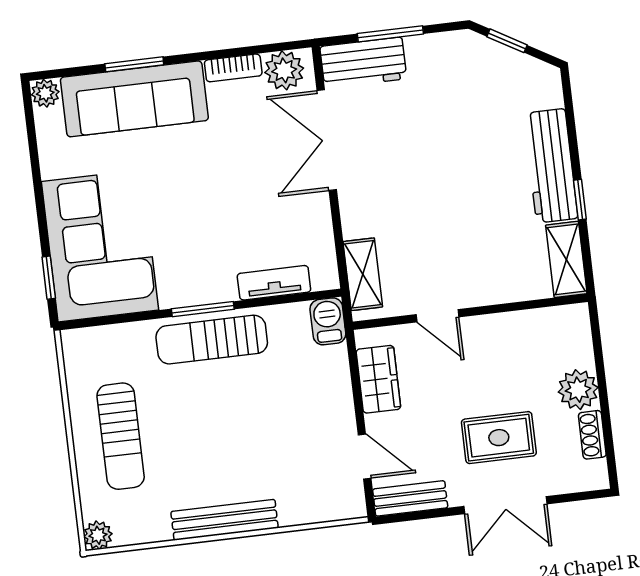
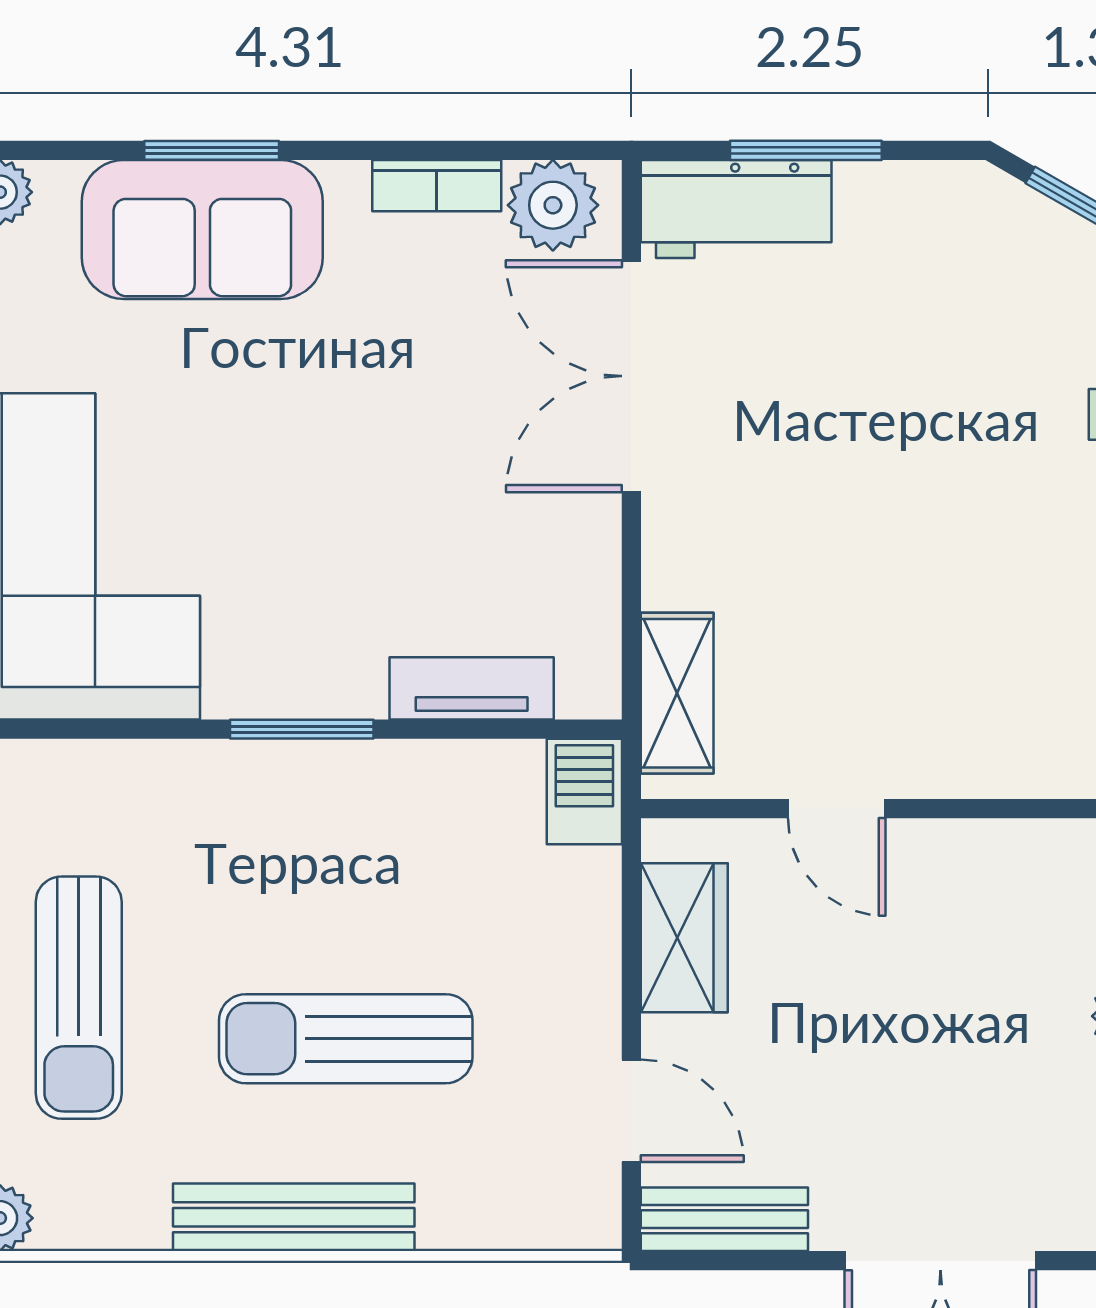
sofa: (134, 99) -> (202, 229), width x0.73
sun lounger: (212, 340) -> (346, 1039), moved
rug: (499, 438) -> (944, 1104), removed

